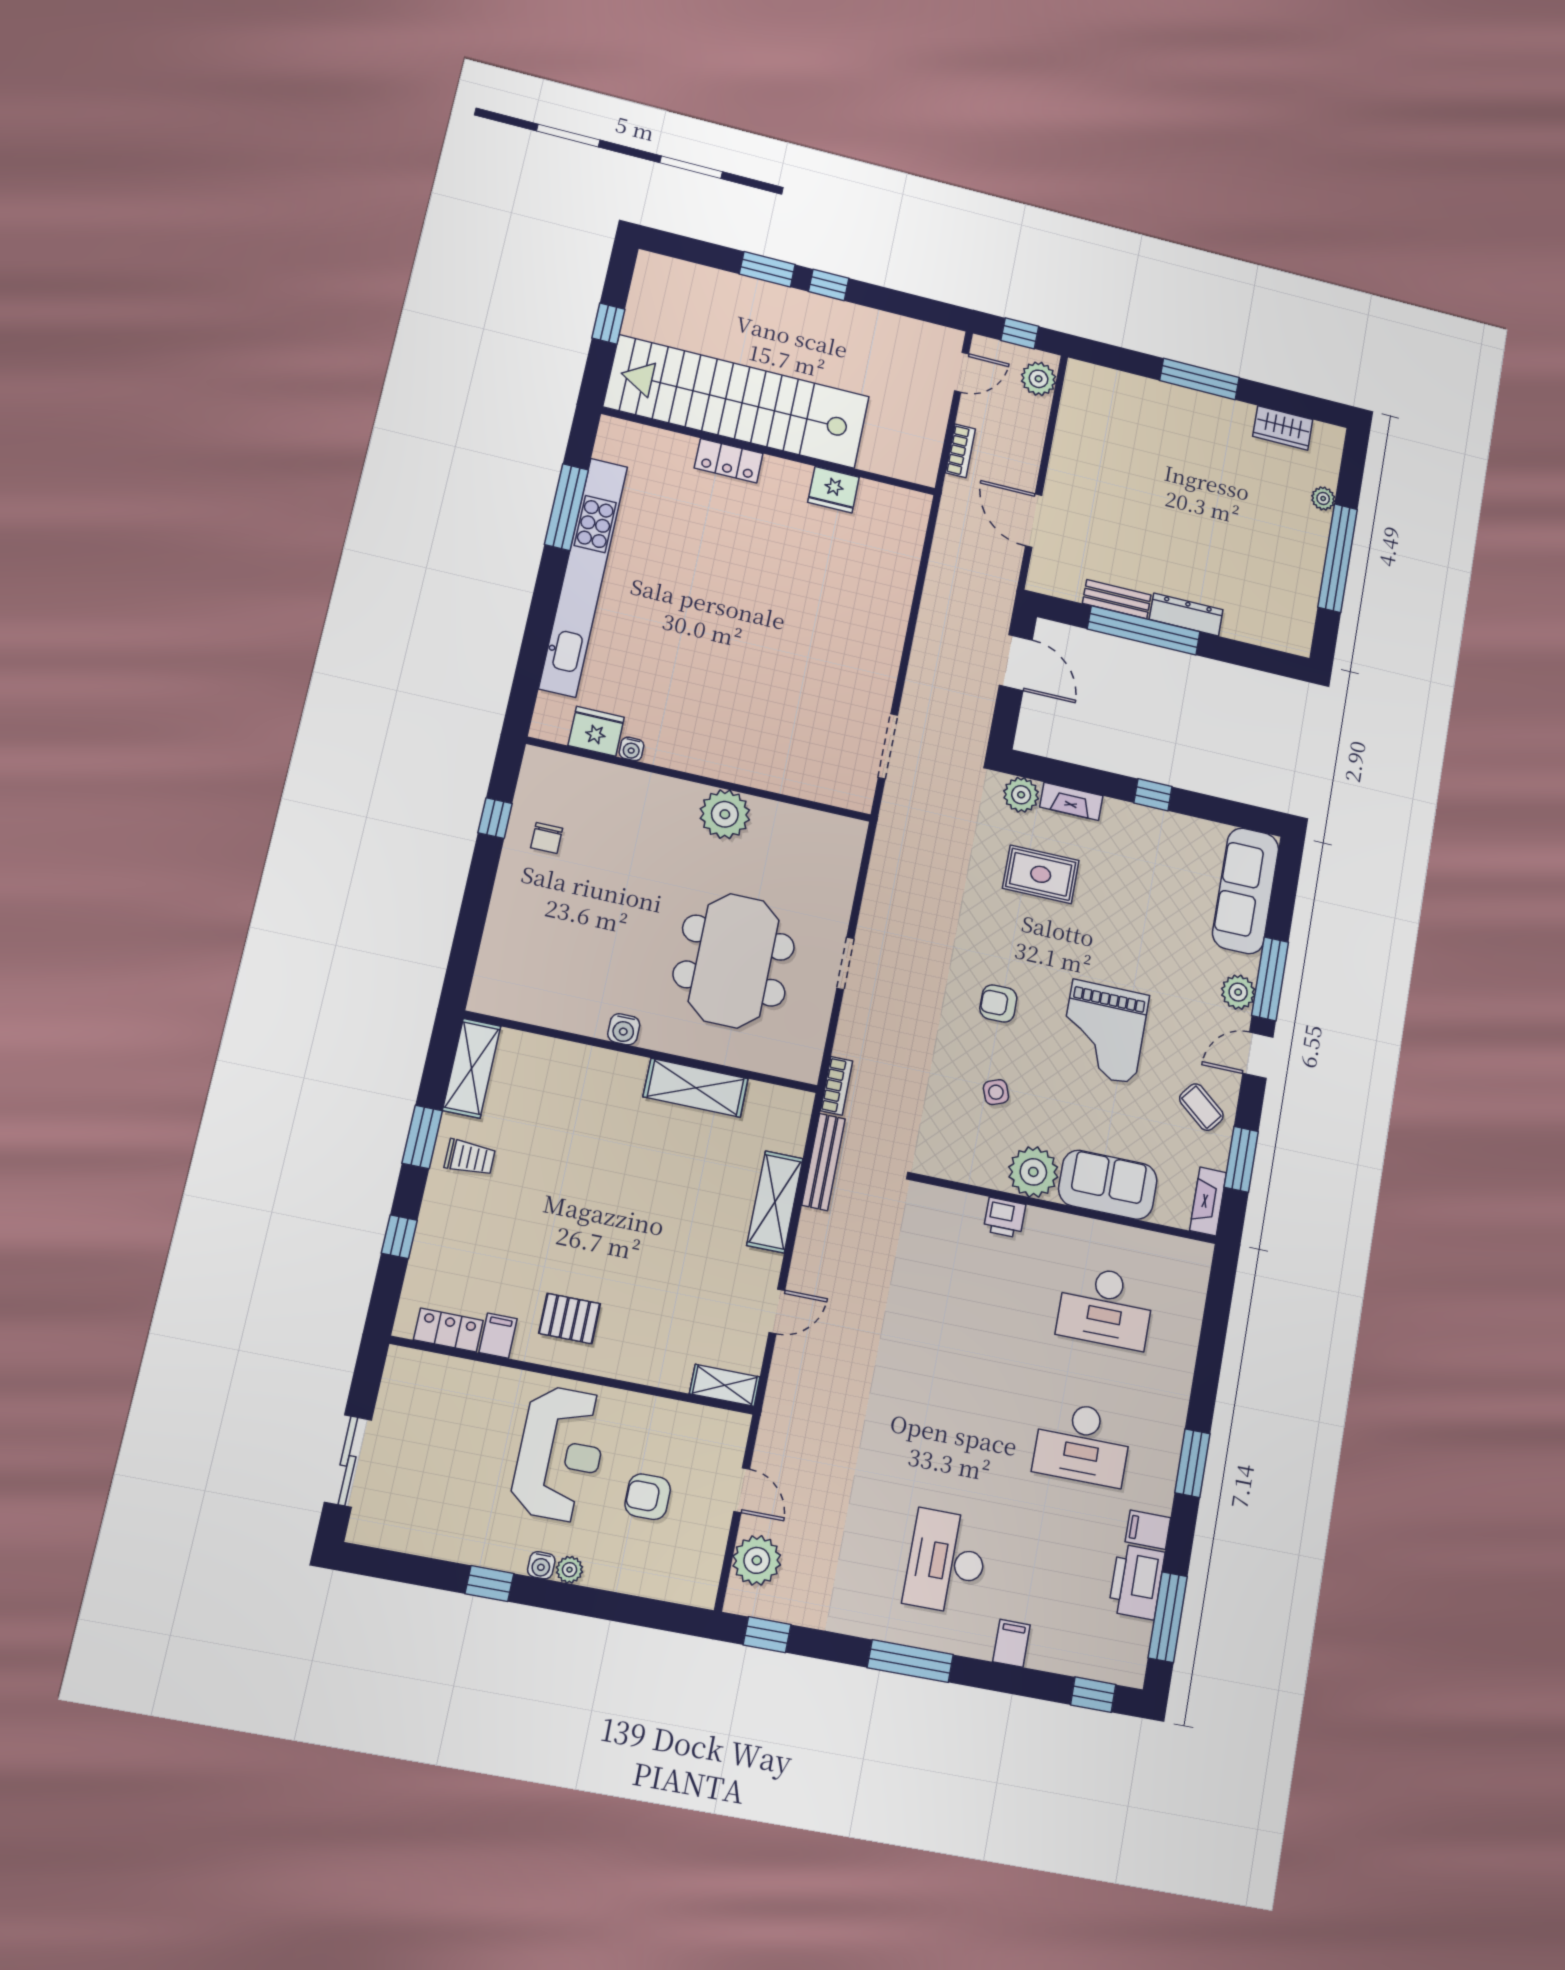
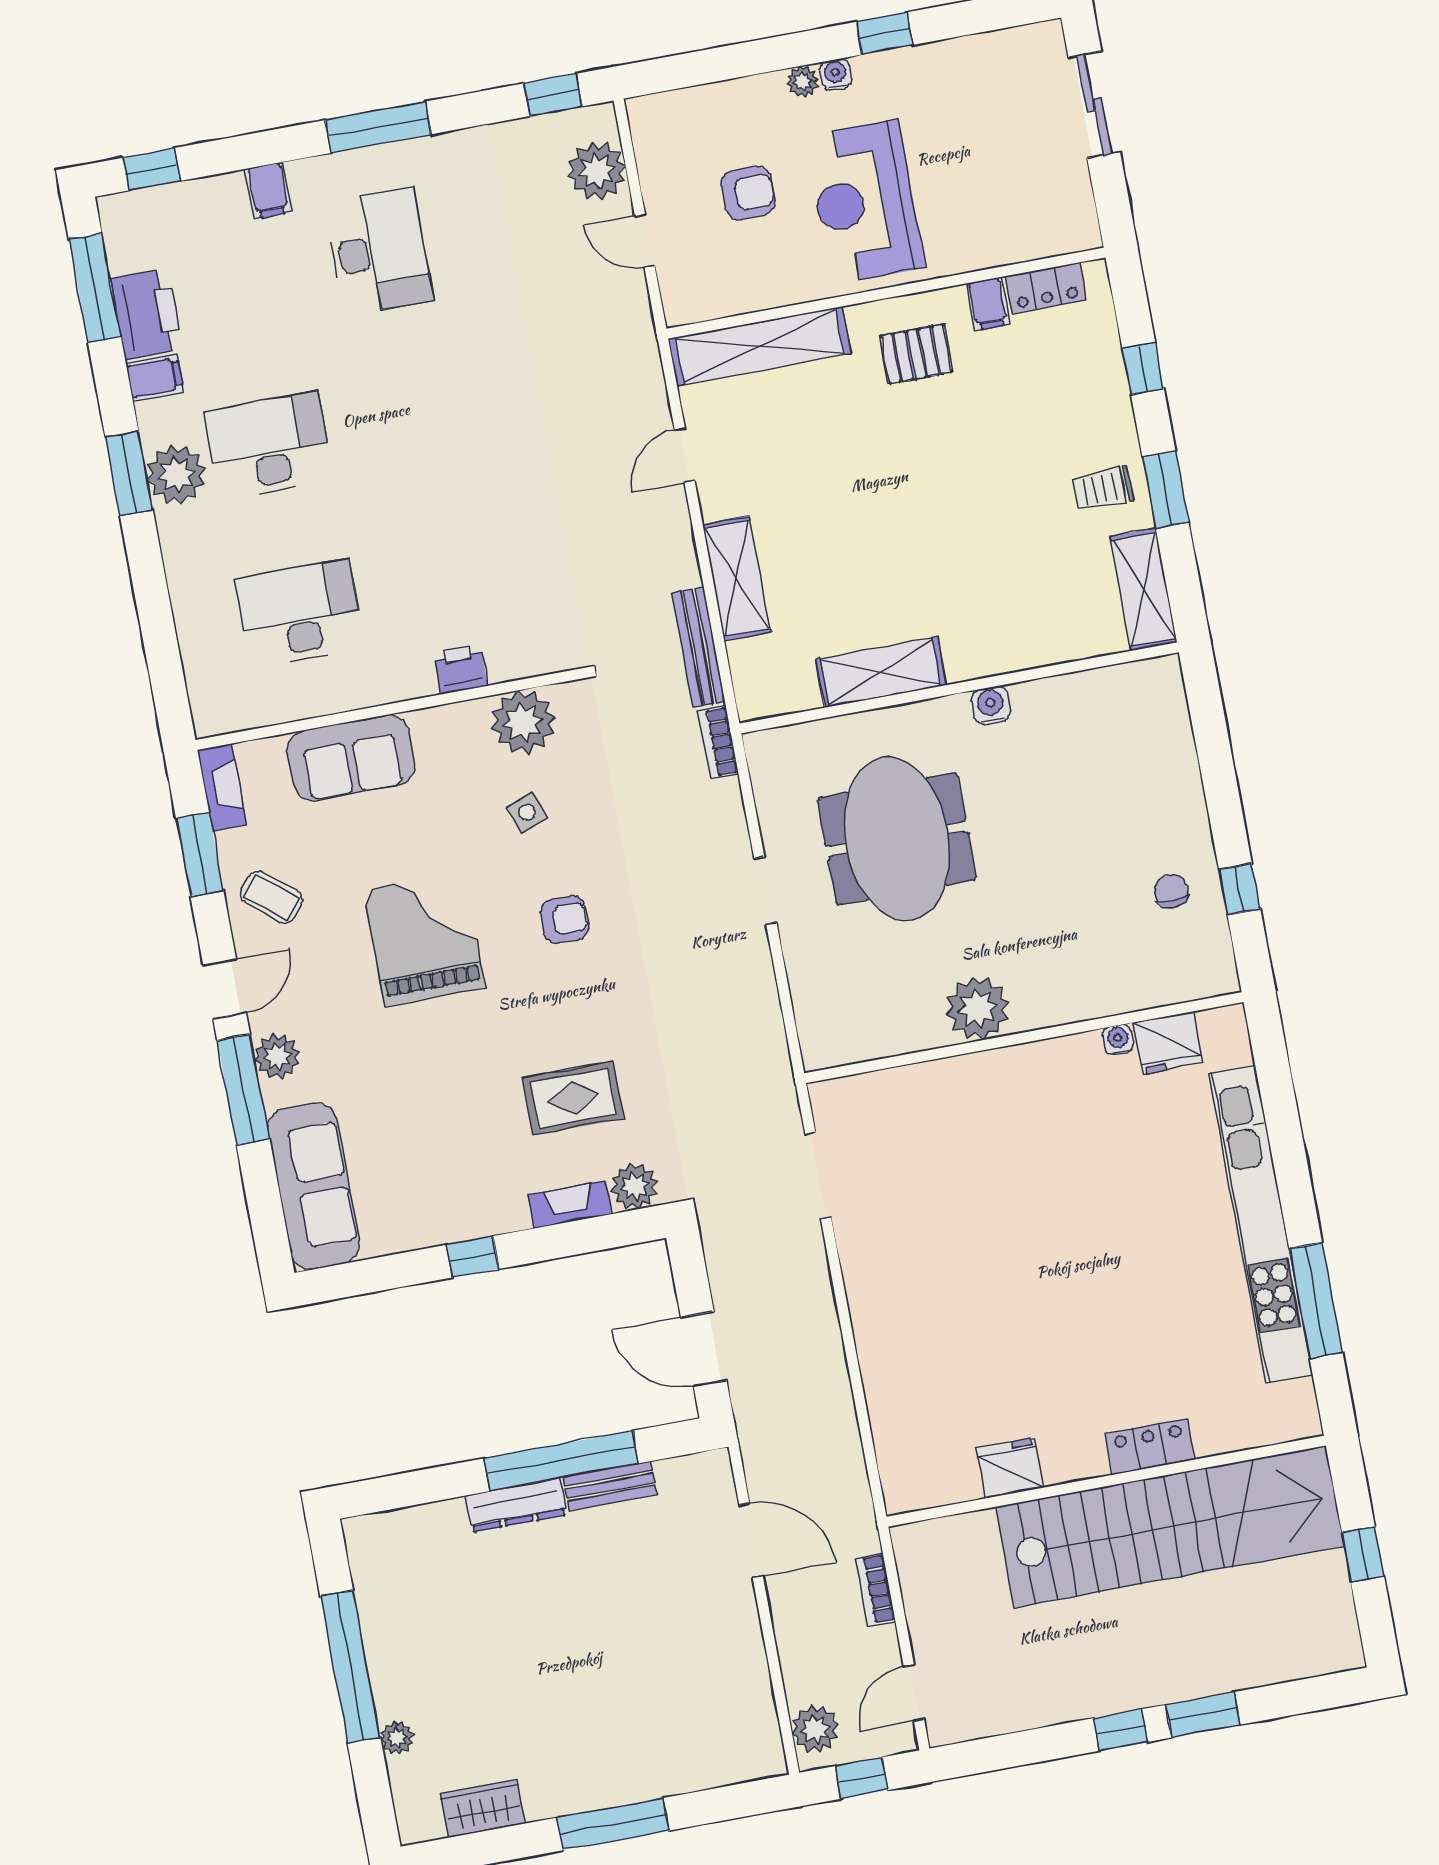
plant: (1033, 1172) -> (523, 722), moved
shelving: (725, 1385) -> (759, 346), width x2.20, depth x1.33
plant: (1158, 1449) -> (176, 474), added

